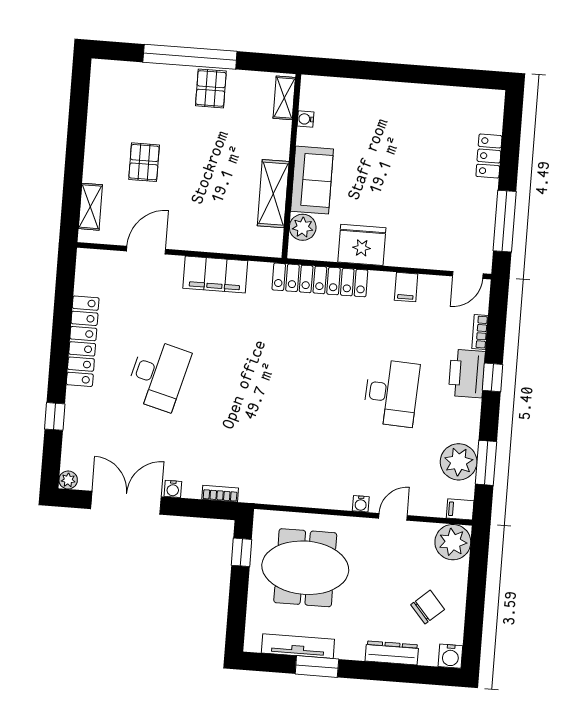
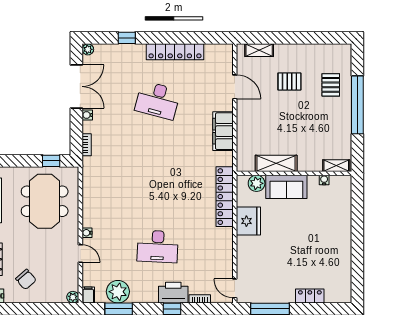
pallet: (211, 88) -> (331, 85), moved, turned 90
filing cabinet: (406, 287) -> (224, 251), removed
plant: (453, 542) -> (73, 297), width x0.53, depth x0.53

